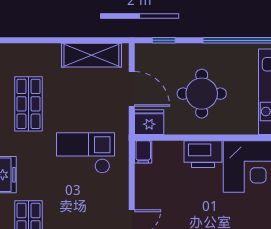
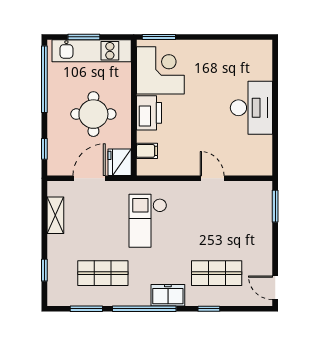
window: (32, 40) -> (44, 270), added
shelving: (91, 55) -> (55, 215), width x0.67, depth x0.75
filing cabinet: (143, 152) -> (147, 151), moved

